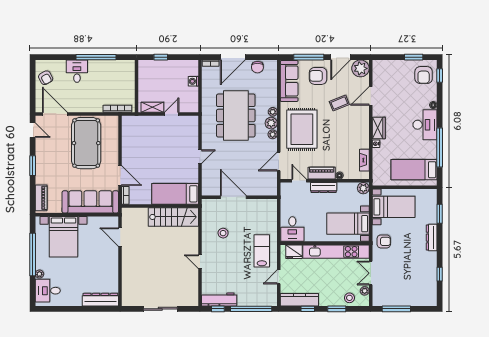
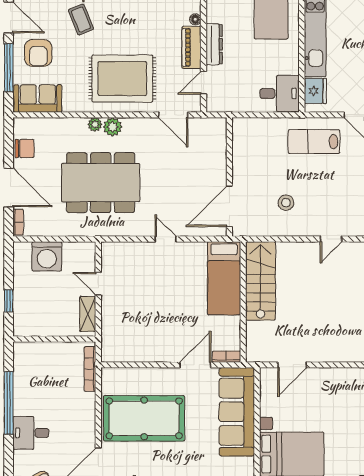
washing machine: (193, 81) -> (47, 256), width x1.89, depth x1.89
sofa: (289, 81) -> (38, 99), width x0.73
plant: (273, 134) -> (130, 125), removed
door: (233, 197) -> (229, 206), moved

